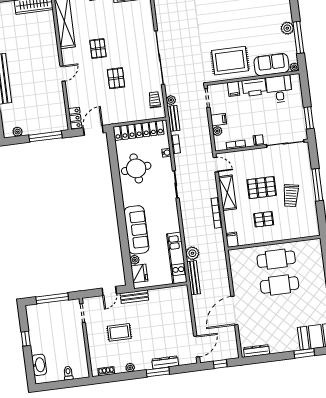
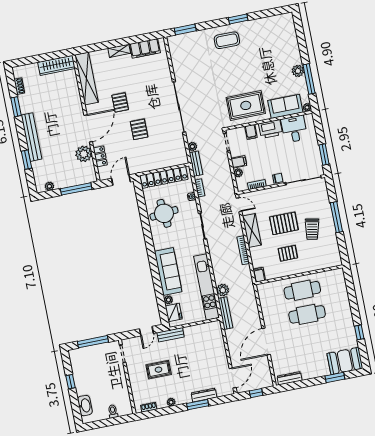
door: (63, 74) -> (88, 128), width x1.88
plant: (56, 100) -> (84, 154), added
trolley: (155, 100) -> (177, 147), removed
locker: (75, 118) -> (100, 156), moved
kitchen unit: (177, 258) -> (207, 287), width x1.36

